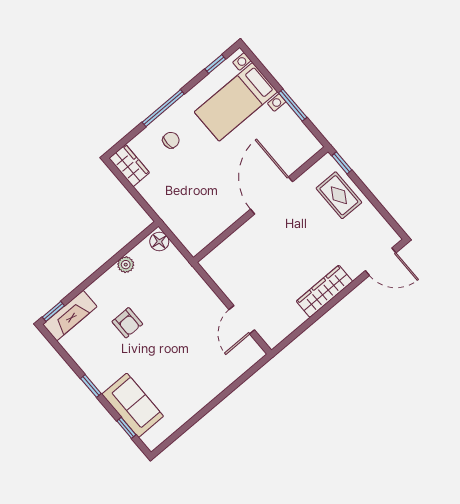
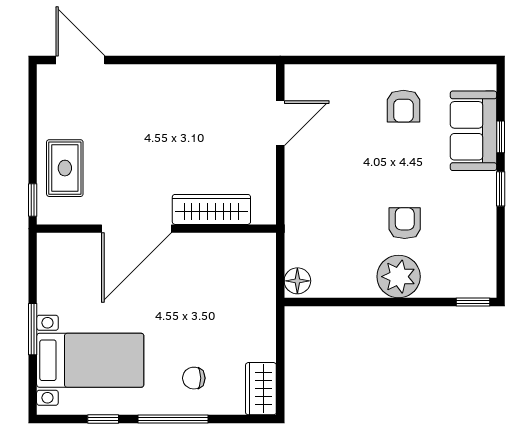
window: (215, 64) -> (103, 419), moved
window: (293, 105) -> (33, 329), moved
plant: (126, 265) -> (399, 277), moved, width x1.88, depth x1.88
wardrobe: (324, 291) -> (211, 209), moved, turned 180
fireplace: (70, 316) -> (459, 283), removed
armchair: (182, 386) -> (403, 106), added
window: (126, 428) -> (501, 137), moved

